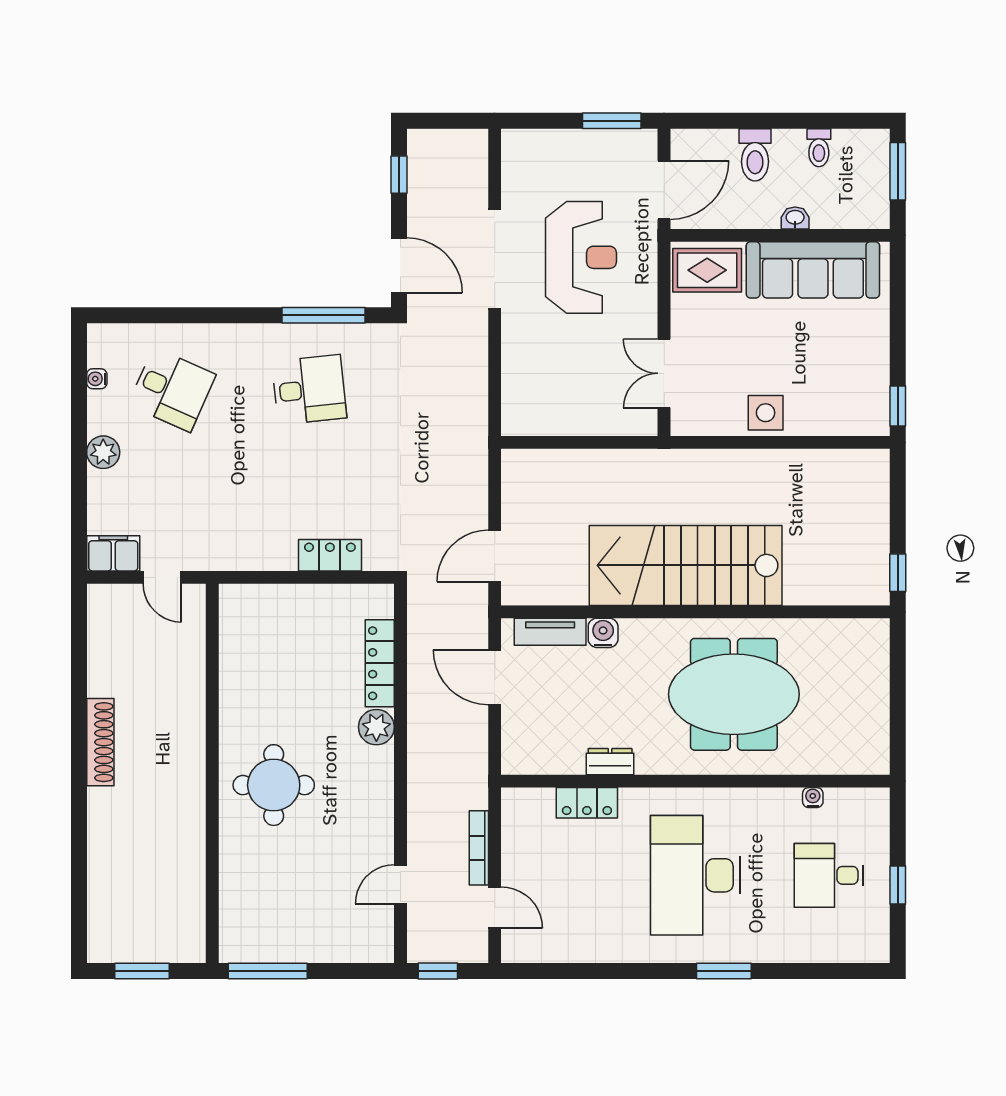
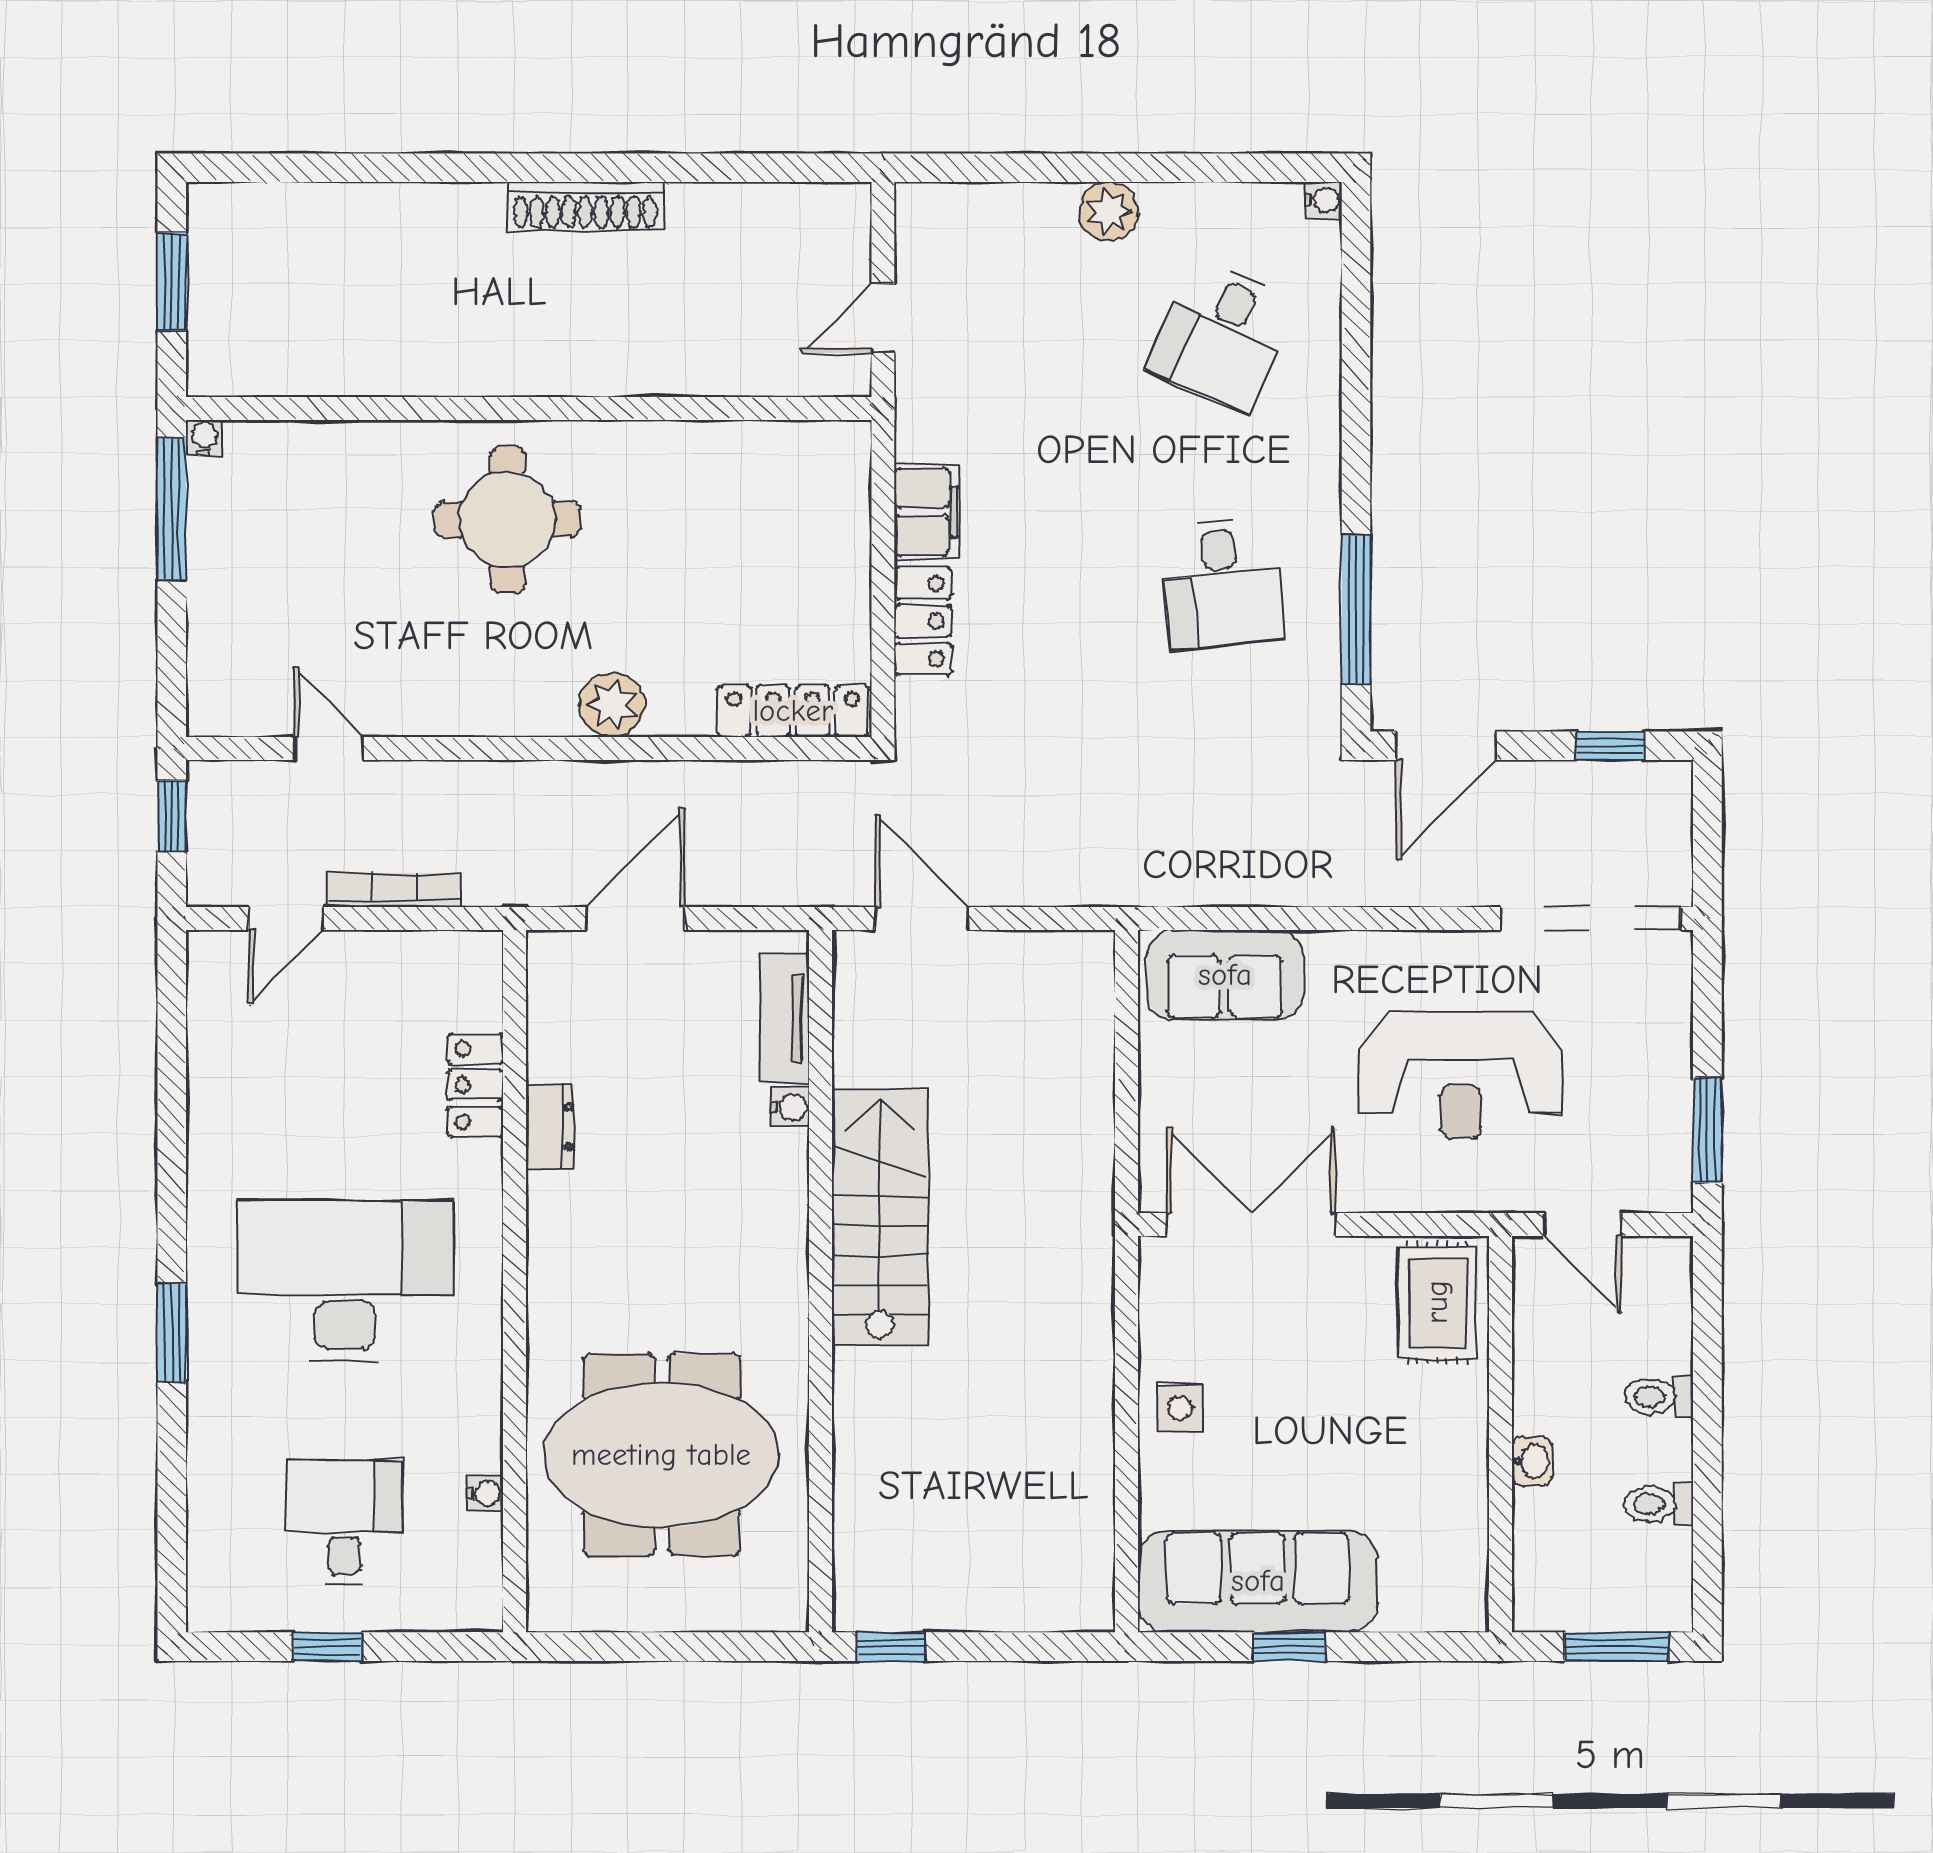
toilet: (755, 155) -> (1659, 1397), width x0.73, depth x0.72
door: (664, 190) -> (1582, 1225), width x0.73
doorway: (495, 259) -> (1590, 919), moved
sofa: (813, 270) -> (1258, 1581), moved, turned 90
double door: (664, 373) -> (1251, 1225), width x1.37
water cooler: (97, 379) -> (1324, 200), moved, turned 90
sofa: (526, 388) -> (1225, 975), added
window: (898, 406) -> (1289, 1647), moved
side table: (766, 413) -> (1180, 1408), width x0.73, depth x0.73
filing cabinet: (113, 553) -> (926, 512), moved
stairs: (686, 565) -> (880, 1217), width x0.73, depth x0.66
water cooler: (603, 633) -> (790, 1107), width x0.72, depth x0.72
locker: (380, 663) -> (793, 711), moved
door: (495, 677) -> (635, 919), moved
meeting table: (734, 694) -> (661, 1455), moved, turned 90
water cooler: (229, 953) -> (204, 438), added

